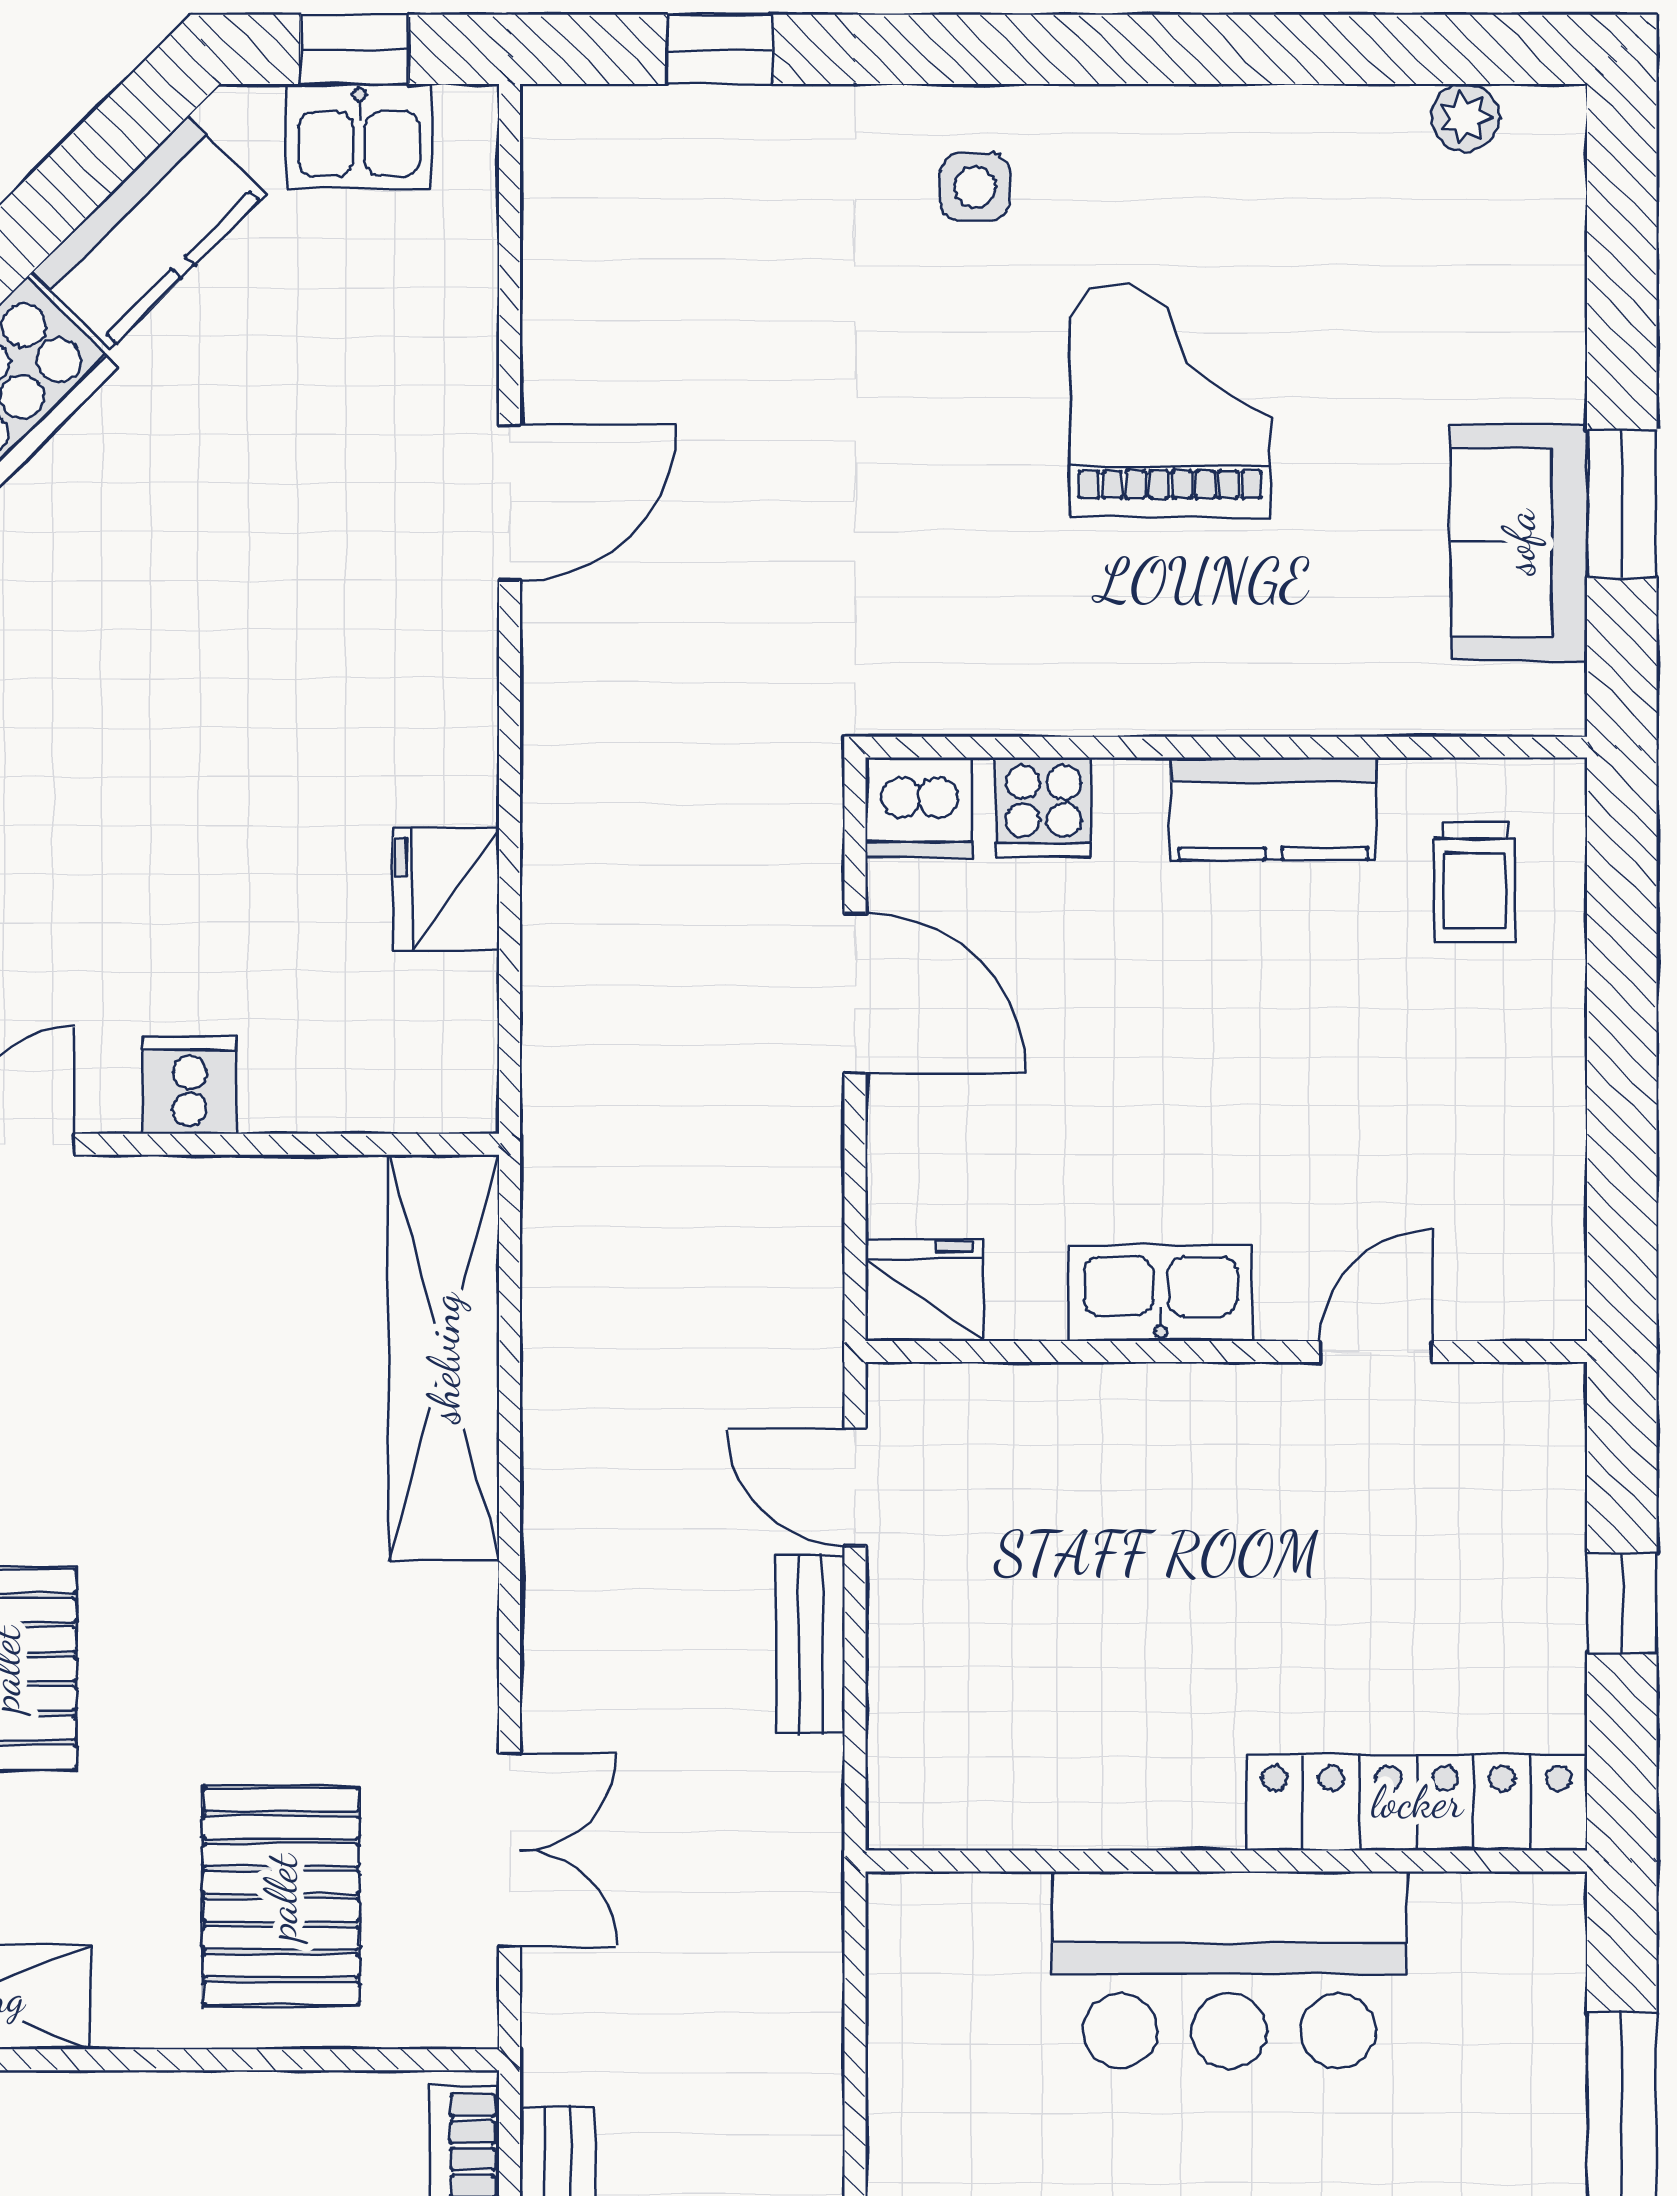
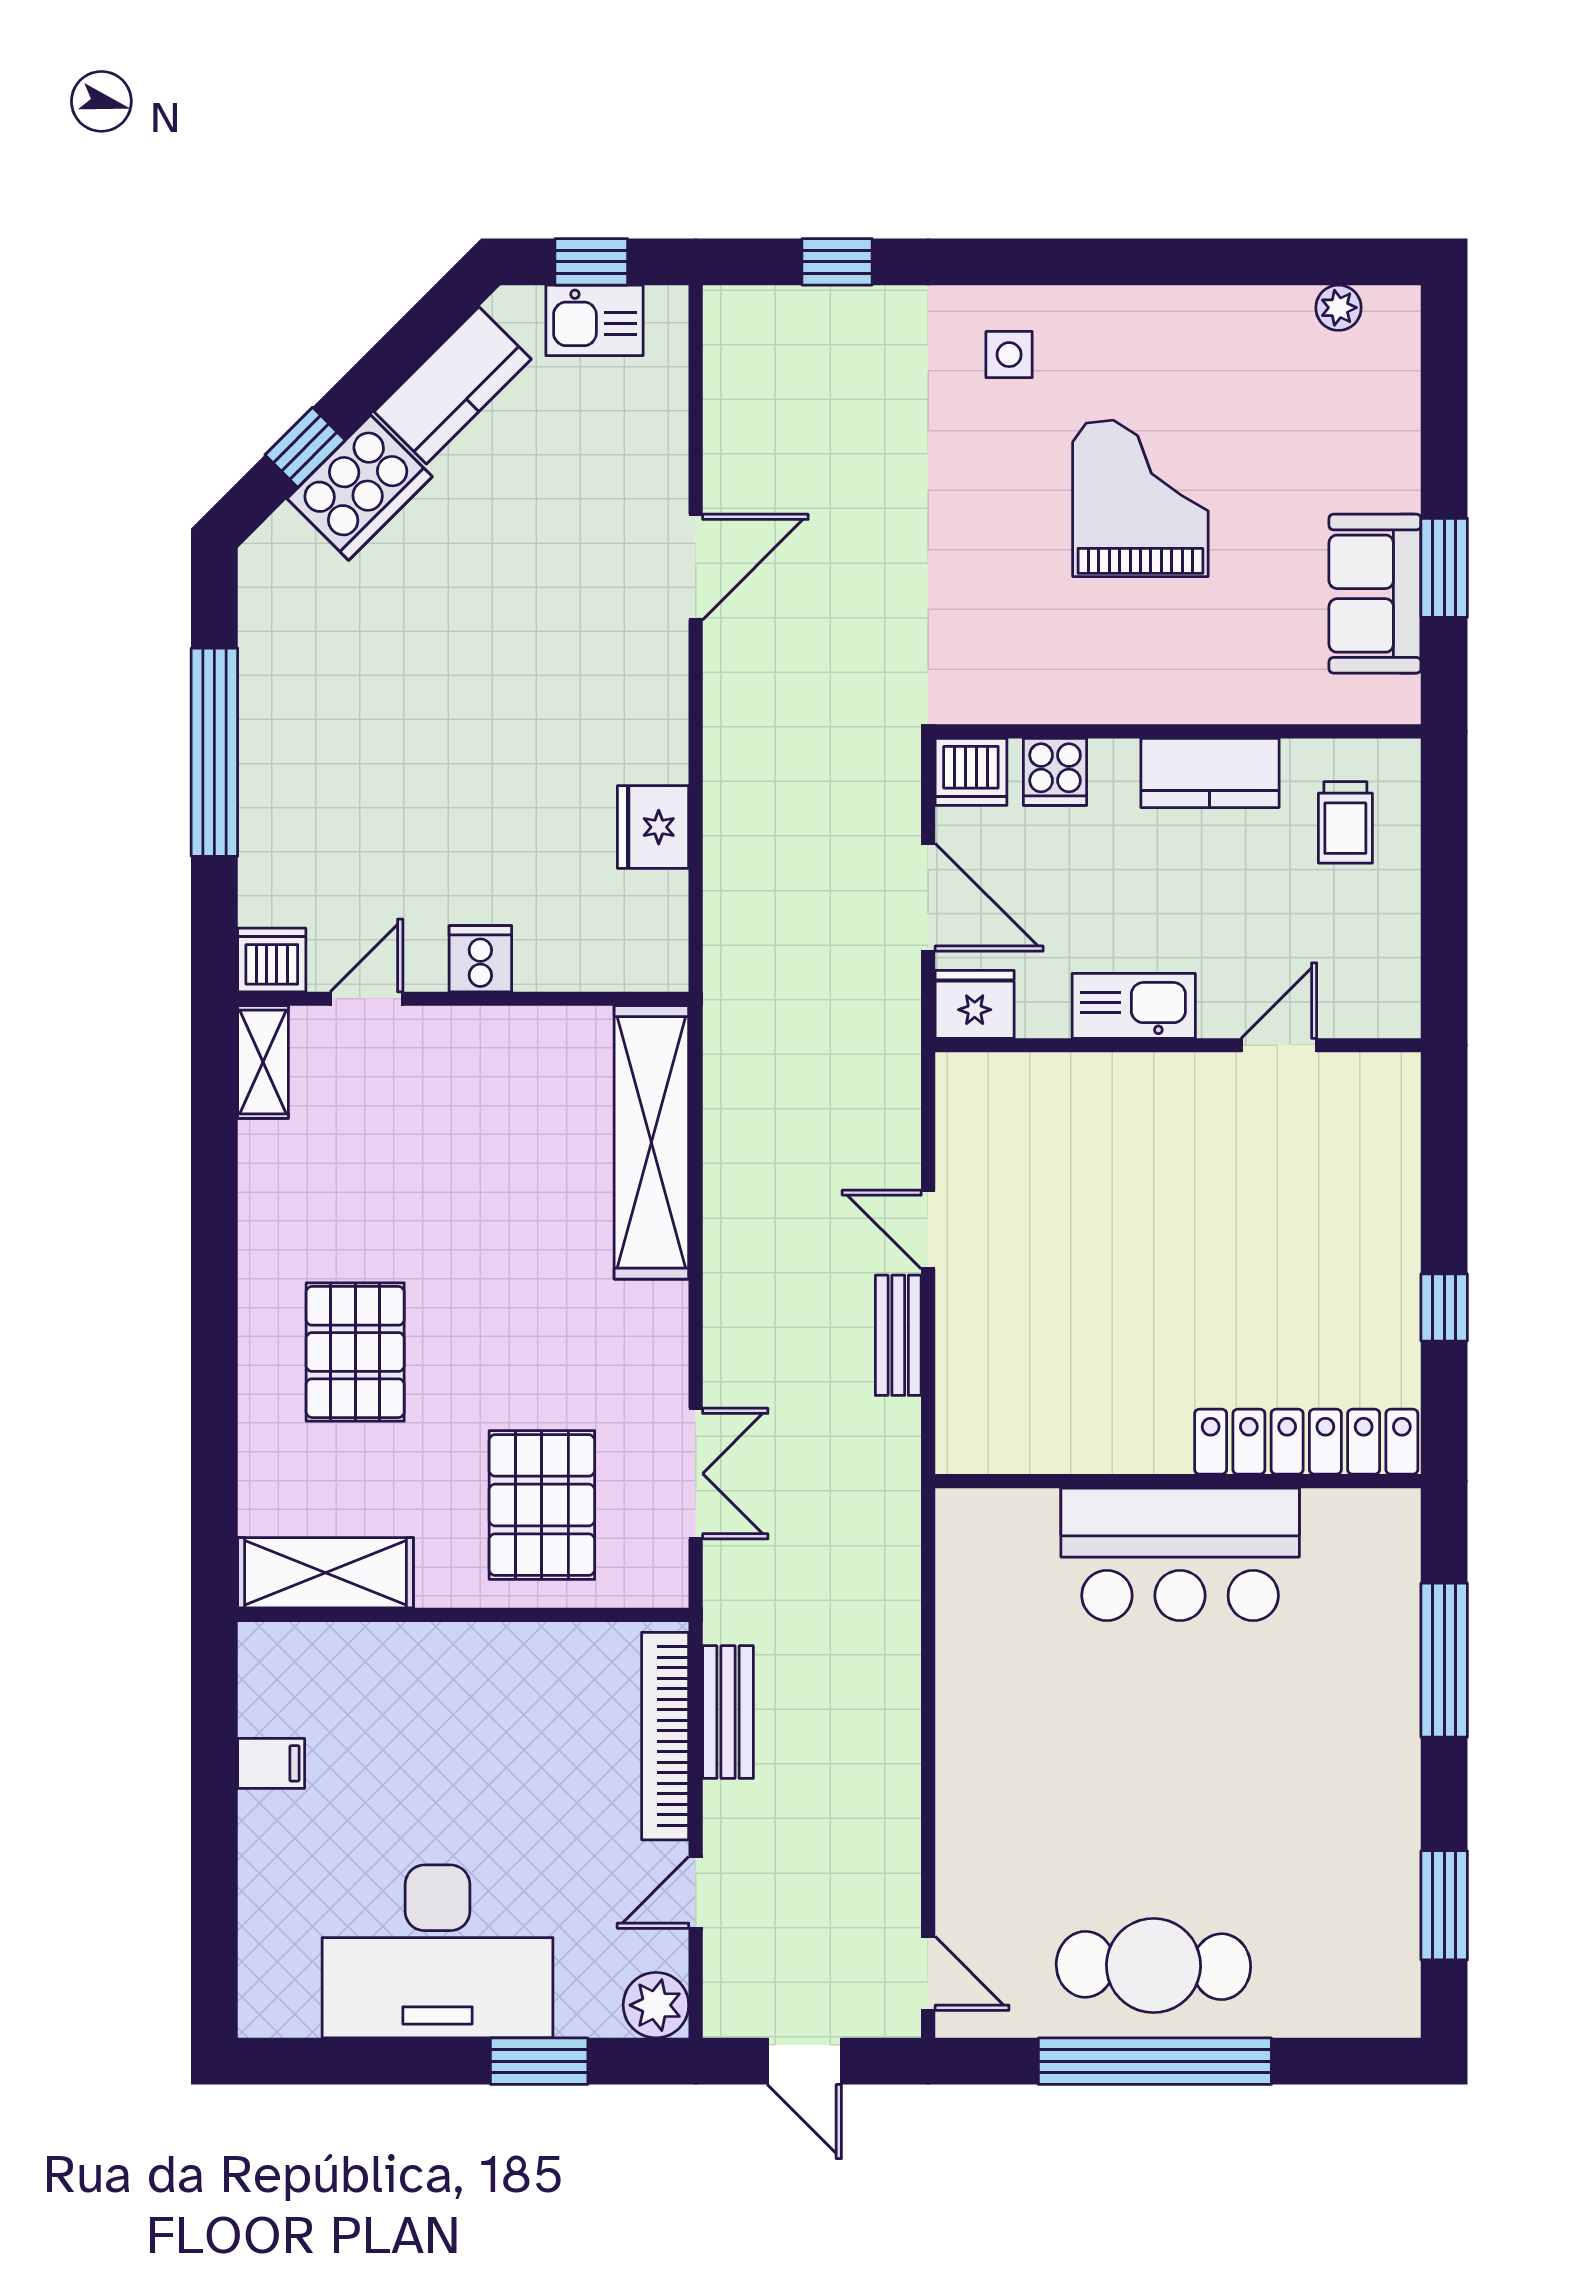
fridge: (924, 1291) -> (975, 1004), moved
kitchen sink: (1160, 1293) -> (1134, 1006), moved
wall: (1226, 1352) -> (1178, 1045), moved
door: (1376, 1352) -> (1279, 1045), moved

